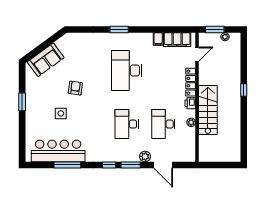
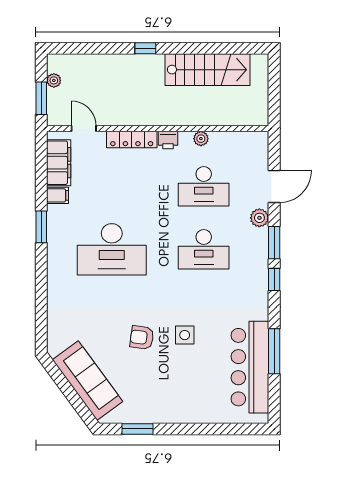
window: (119, 30) -> (41, 227), moved
sofa: (46, 60) -> (87, 381), width x1.36
window: (22, 102) -> (138, 429), moved
stairs: (208, 110) -> (207, 70), moved, turned 180
side table: (61, 113) -> (185, 335), moved

